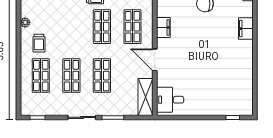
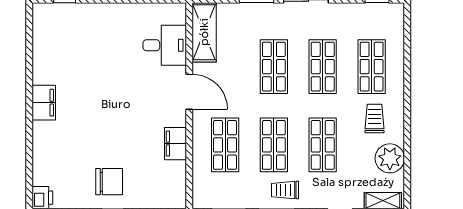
plant: (25, 22) -> (390, 158), width x1.87, depth x1.87
shop shelf: (71, 27) -> (323, 145), added
filing cabinet: (246, 29) -> (44, 103), moved
desk: (170, 100) -> (165, 45), moved

